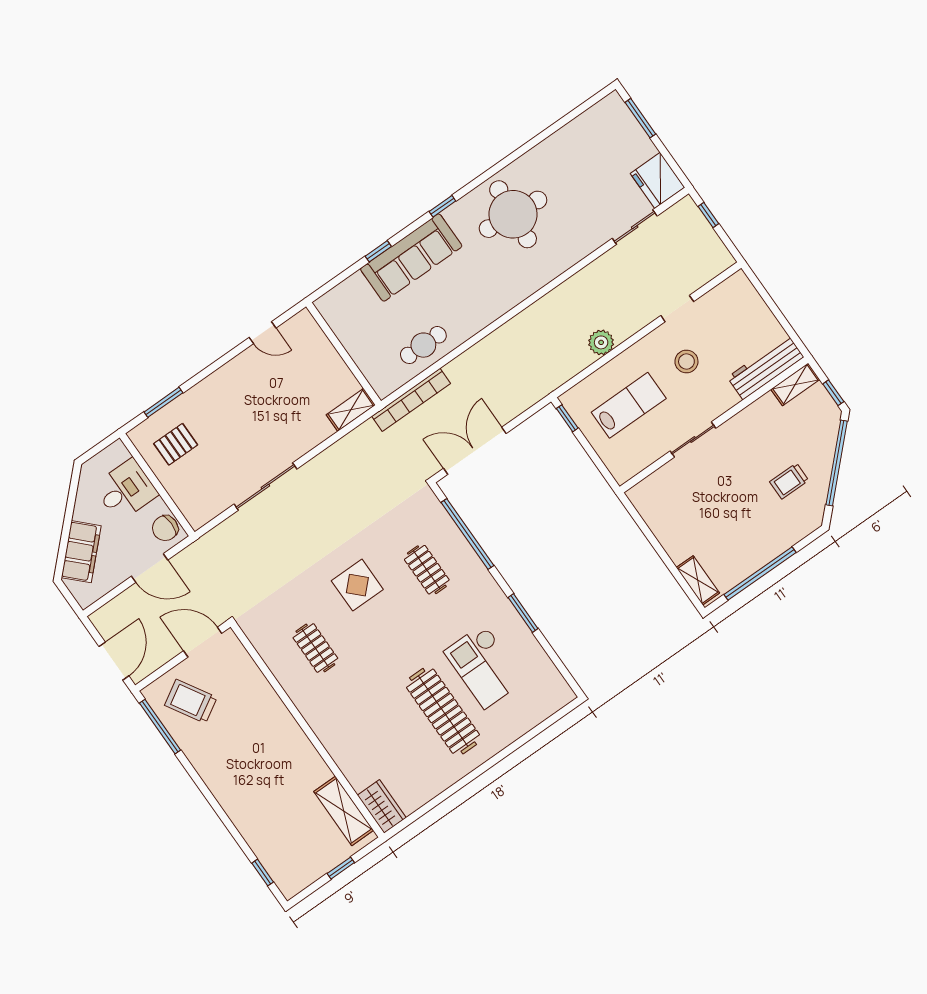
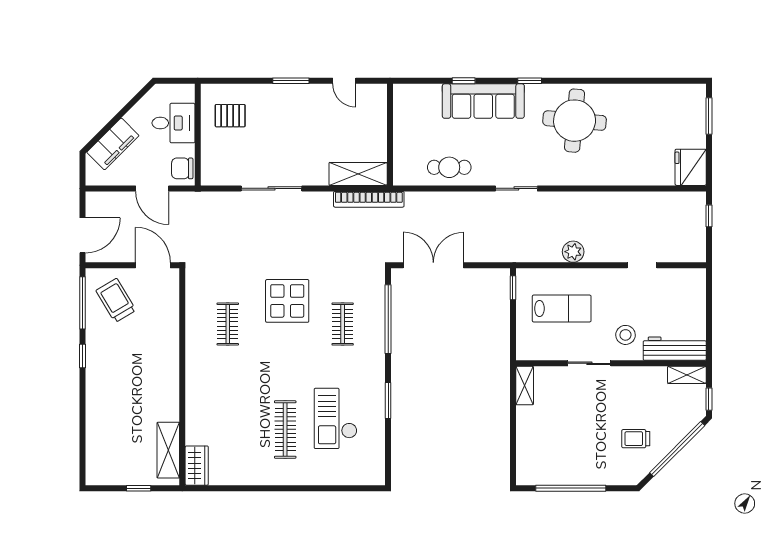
sliding door: (635, 227) -> (516, 188), moved
stool: (686, 362) -> (625, 335), moved
bookcase: (411, 400) -> (369, 199), moved
window: (163, 402) -> (291, 81), moved
shelving: (351, 410) -> (358, 174), width x1.50, depth x1.33
shelving: (698, 580) -> (525, 386), moved
display table: (357, 585) -> (287, 301), width x1.36, depth x1.36
clothes rail: (443, 711) -> (285, 429), width x0.73, depth x0.76
window: (263, 873) -> (82, 356), moved

